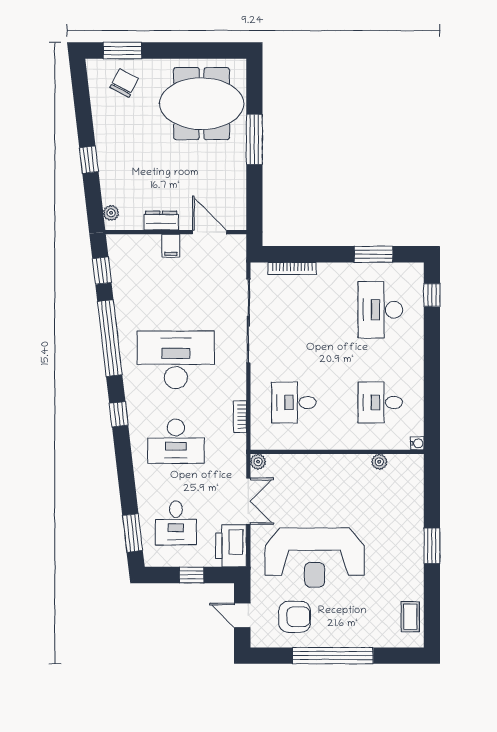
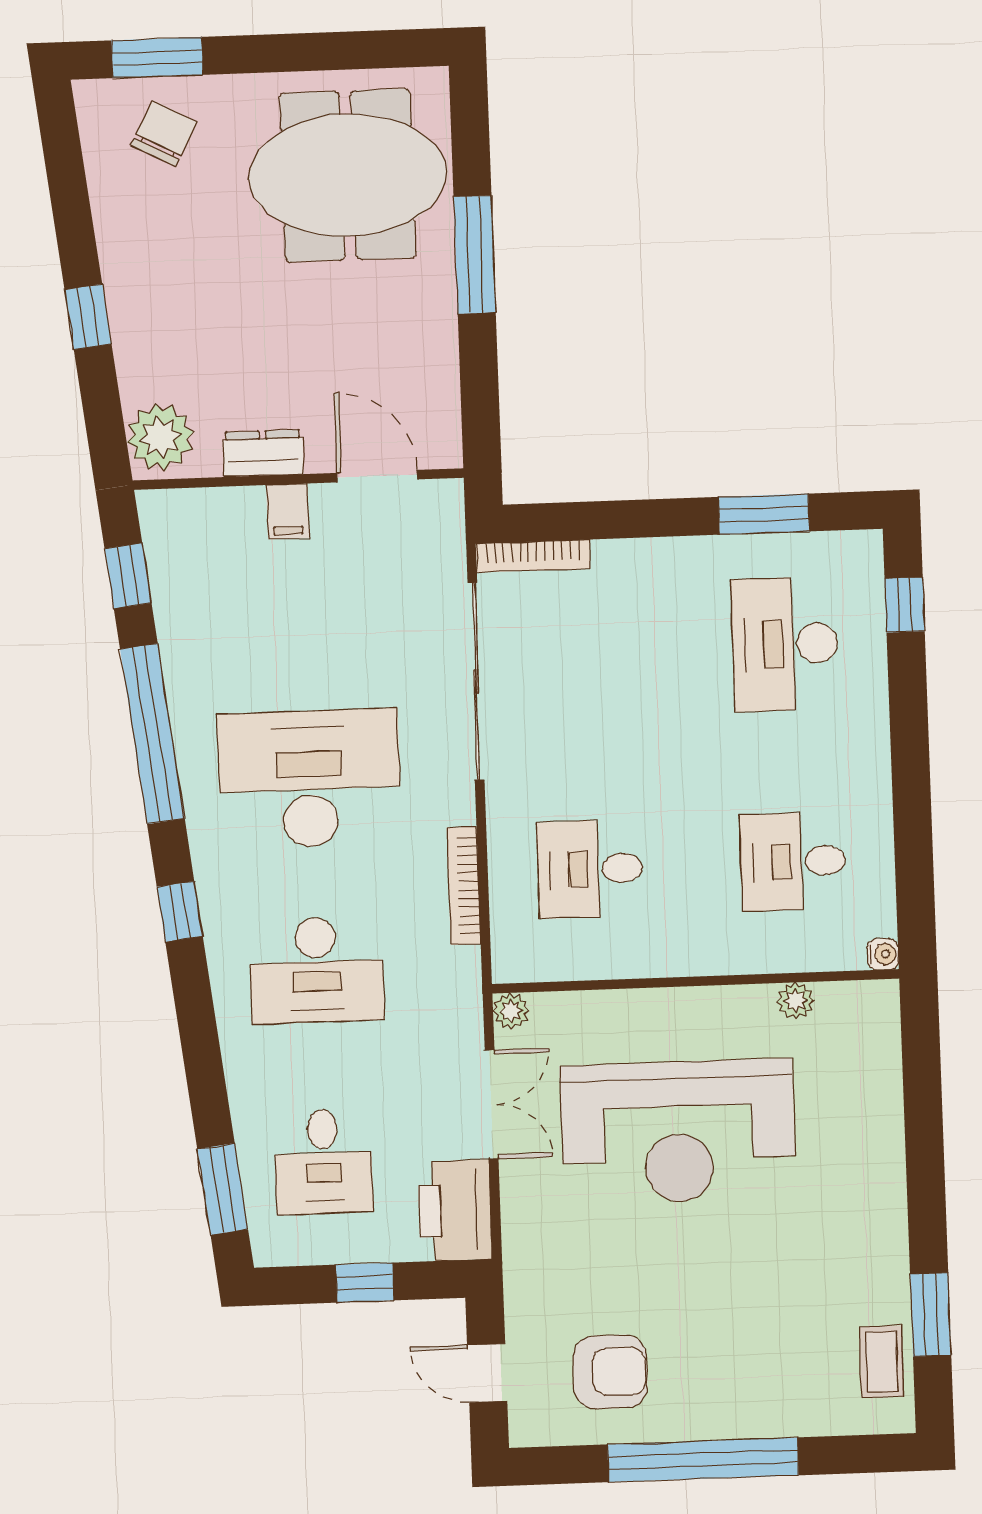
plant: (111, 213) -> (160, 437), width x1.87, depth x1.87
bookcase: (292, 269) -> (533, 556), moved
bookcase: (240, 417) -> (464, 886), width x1.56
window: (432, 546) -> (931, 1315), moved
reception desk: (315, 558) -> (678, 1132), moved

